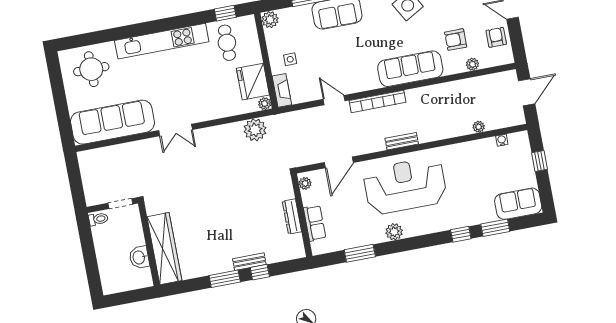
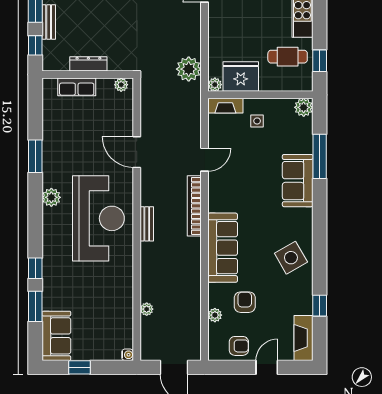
water cooler: (502, 140) -> (128, 355), moved
window: (540, 161) -> (79, 367), moved
plant: (305, 183) -> (121, 85), moved
wall: (302, 215) -> (88, 75), moved
dresser: (292, 216) -> (88, 64), moved
row of seats: (315, 223) -> (77, 87), moved
bench: (249, 262) -> (49, 22), moved

